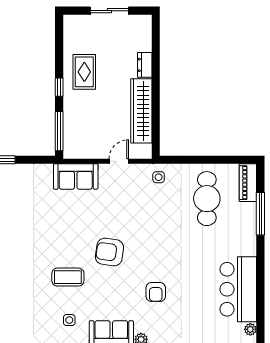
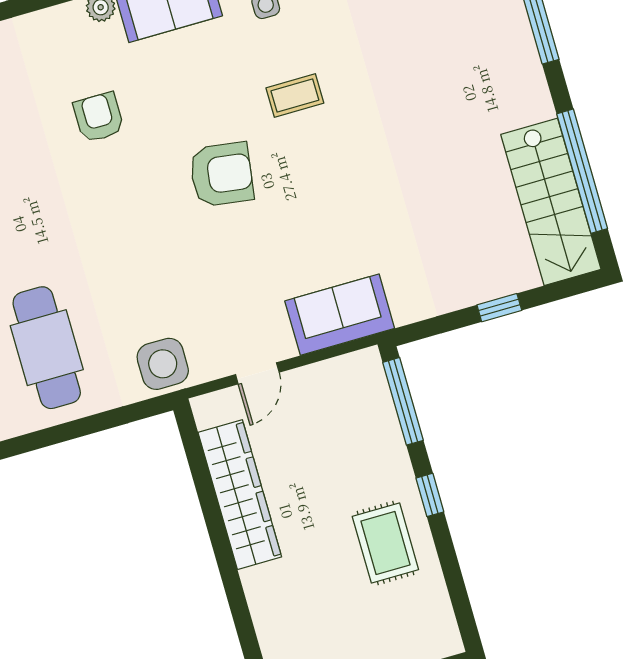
dresser: (145, 65) -> (261, 595), removed
side table: (159, 177) -> (163, 364), width x1.87, depth x1.87
coffee table: (68, 277) -> (295, 95), width x0.73, depth x0.77

